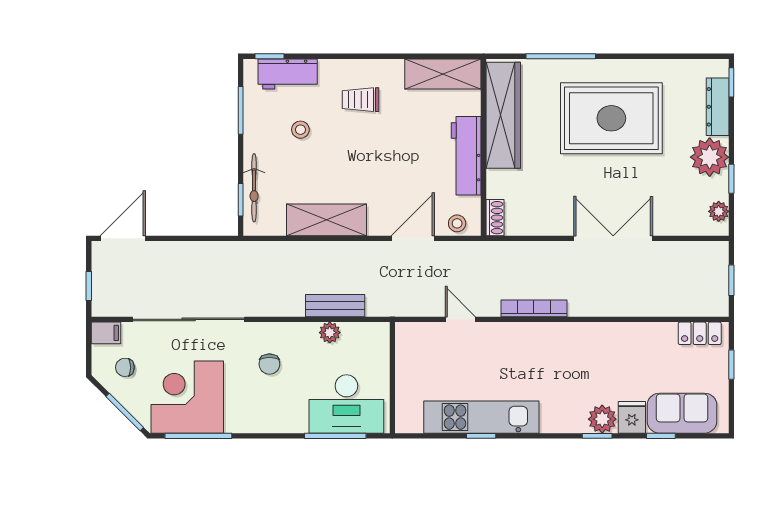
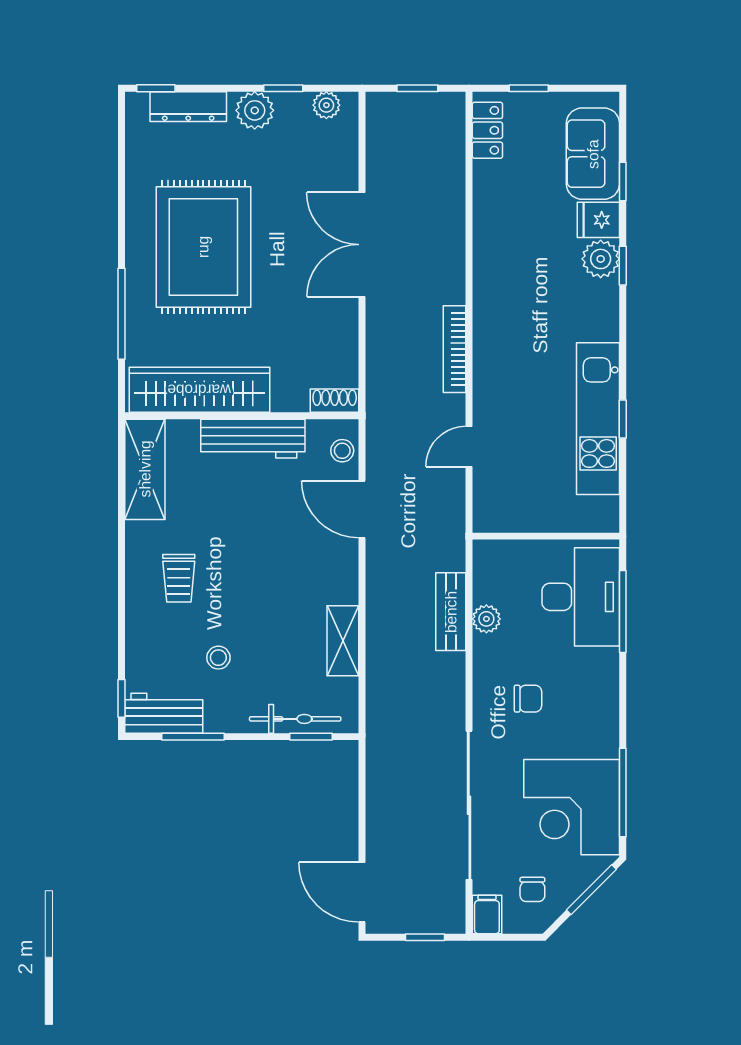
workbench: (288, 74) -> (164, 713), moved, turned -90
plant: (710, 157) -> (255, 110), width x0.73, depth x0.73
shelving: (327, 220) -> (343, 641), width x0.67, depth x0.75

